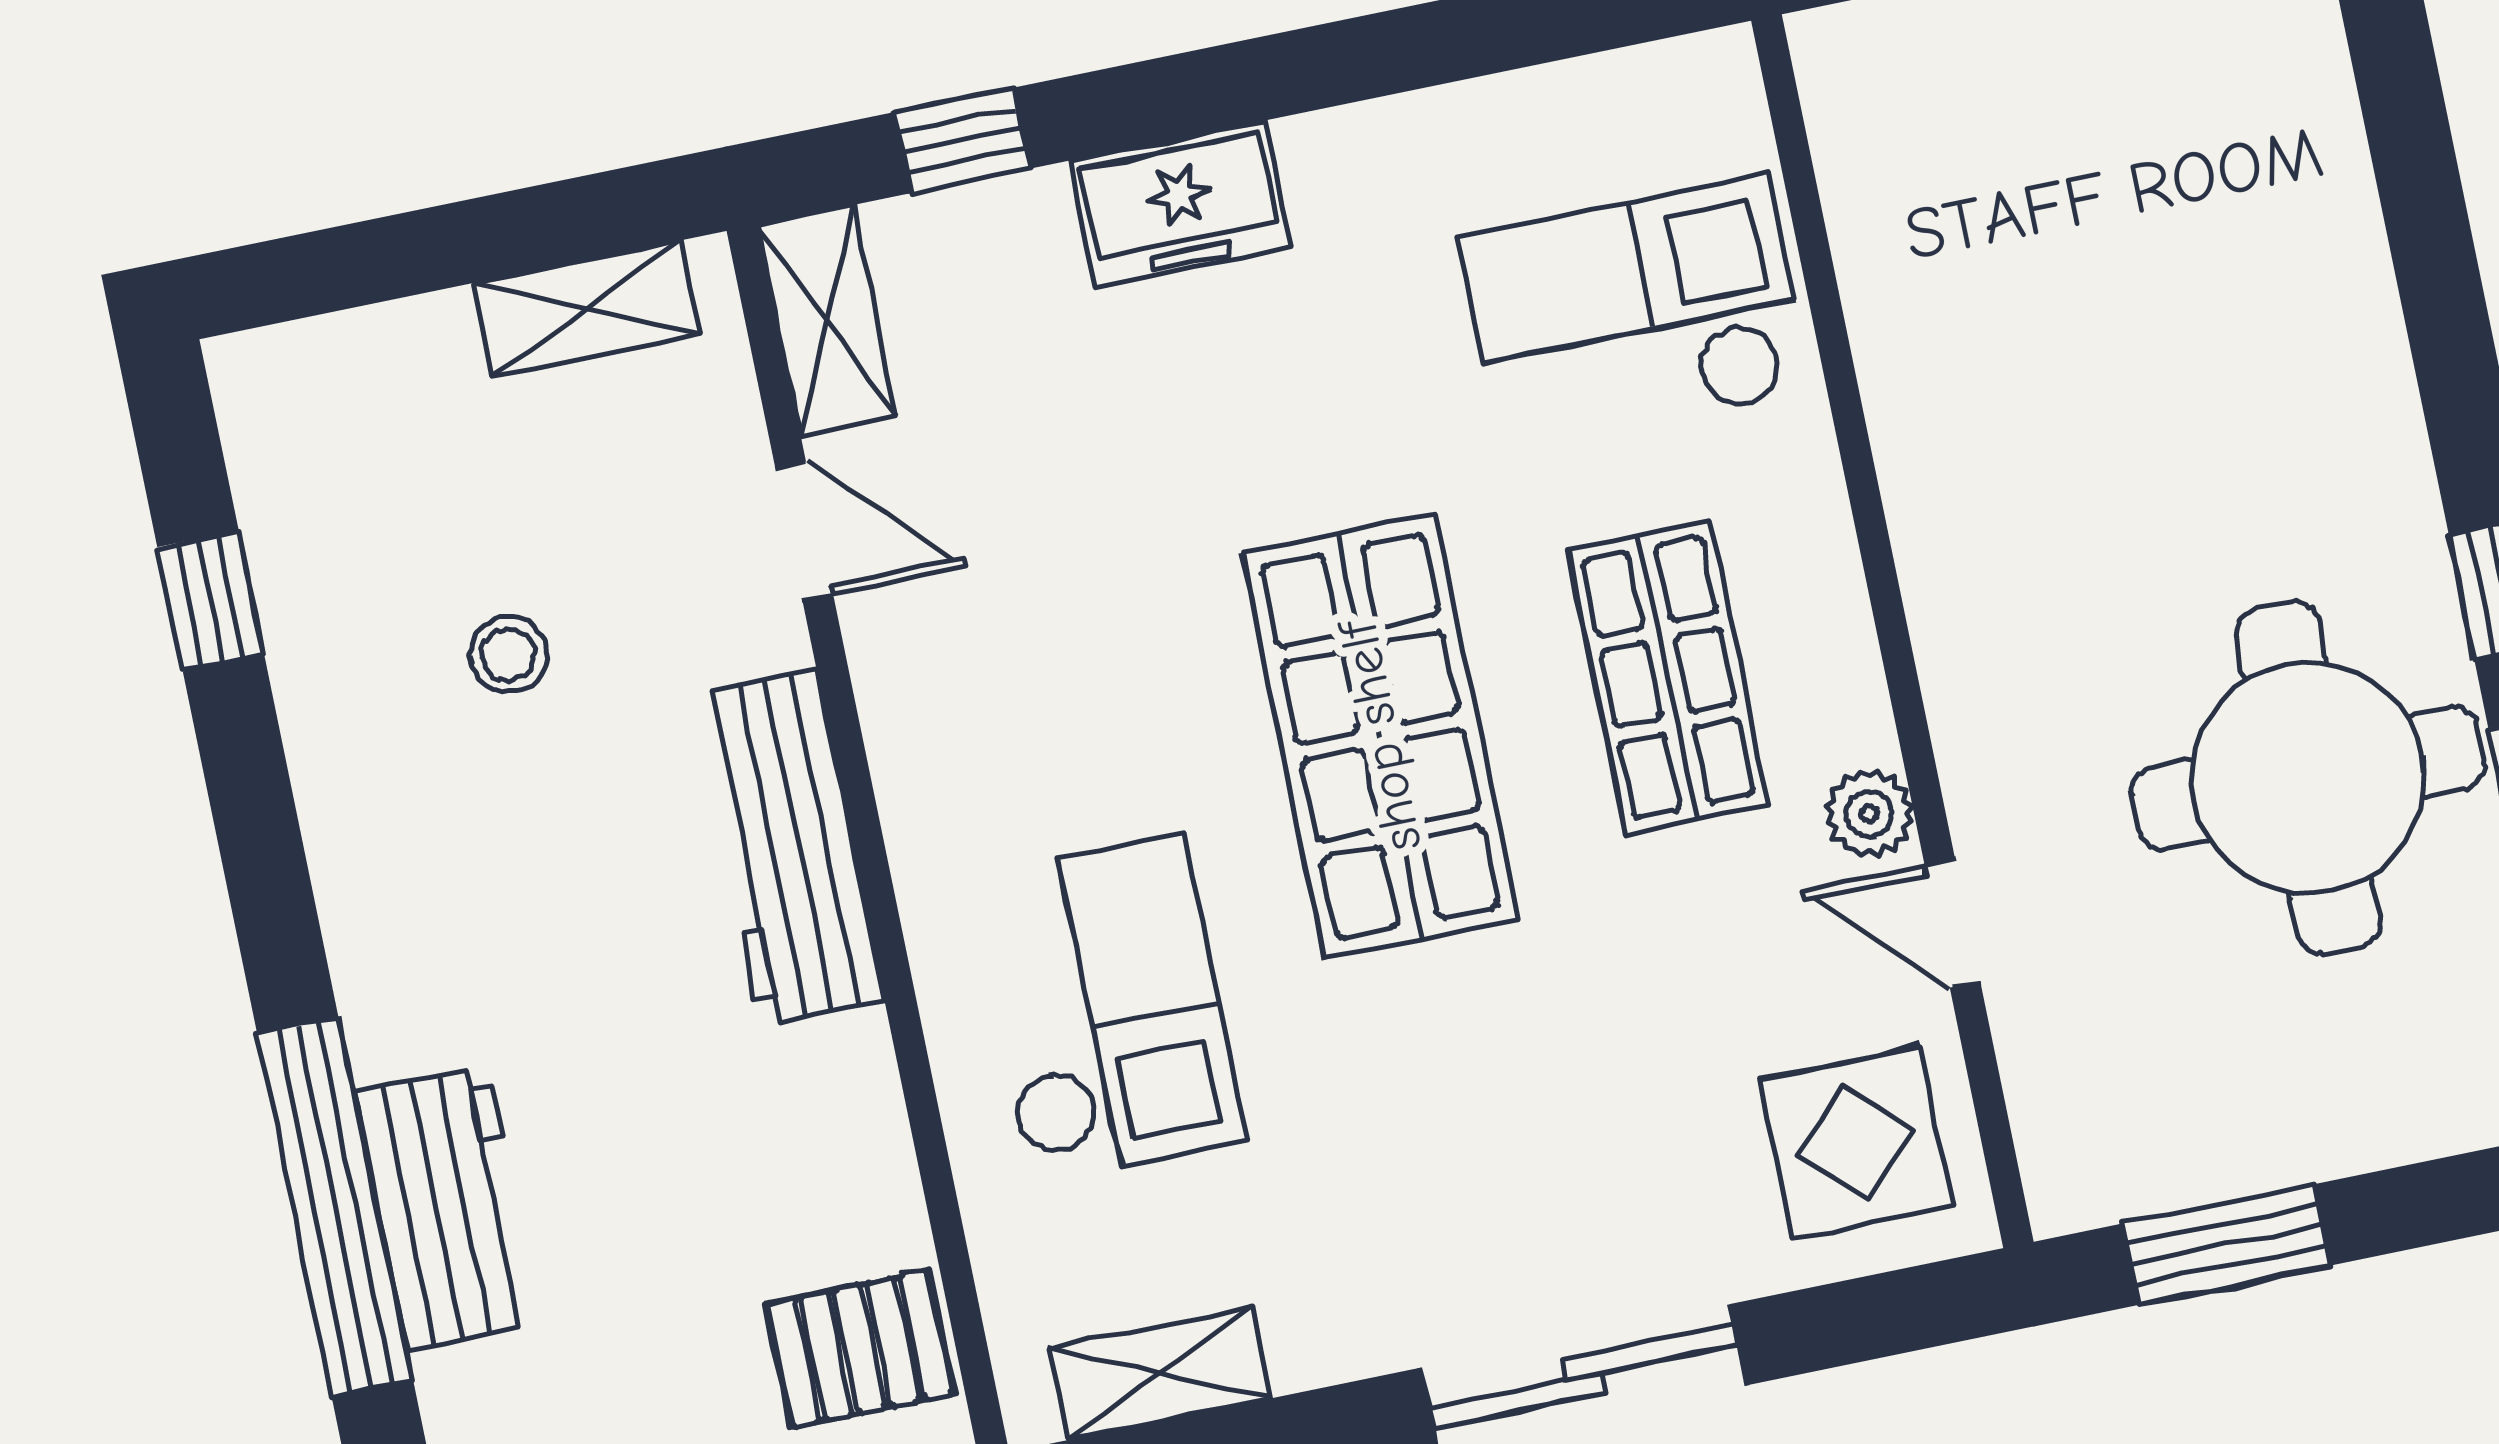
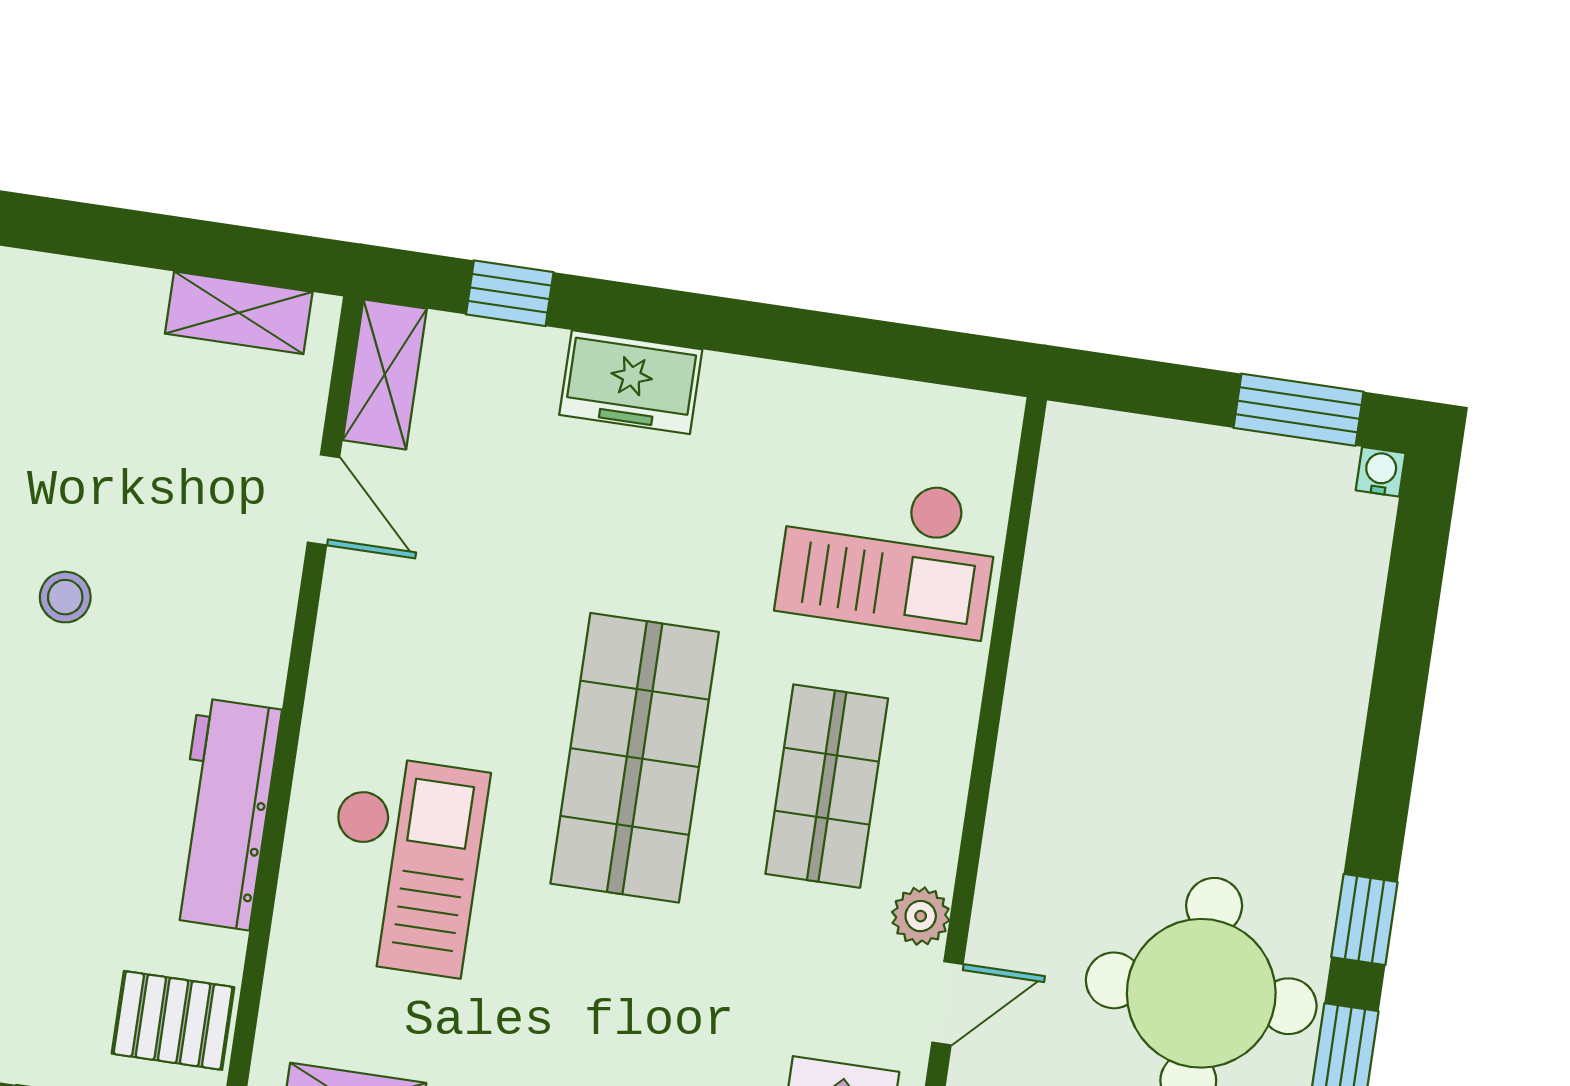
checkout: (1635, 314) -> (888, 553), turned 180
stool: (508, 654) -> (65, 597), moved
workbench: (788, 847) -> (224, 814), moved
door: (1952, 924) -> (948, 1003), swing flipped

